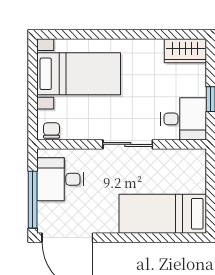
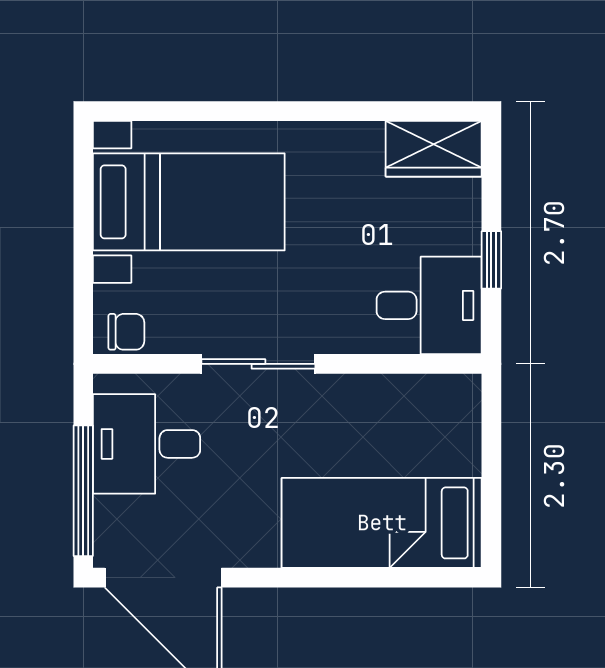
chair: (51, 130) -> (126, 332), turned 90
sliding door: (128, 144) -> (258, 364), moved

